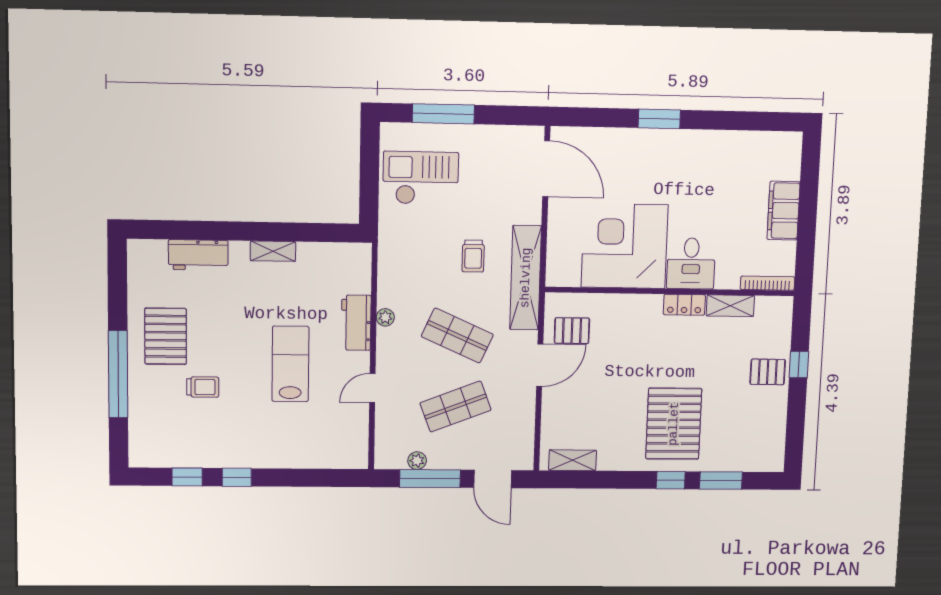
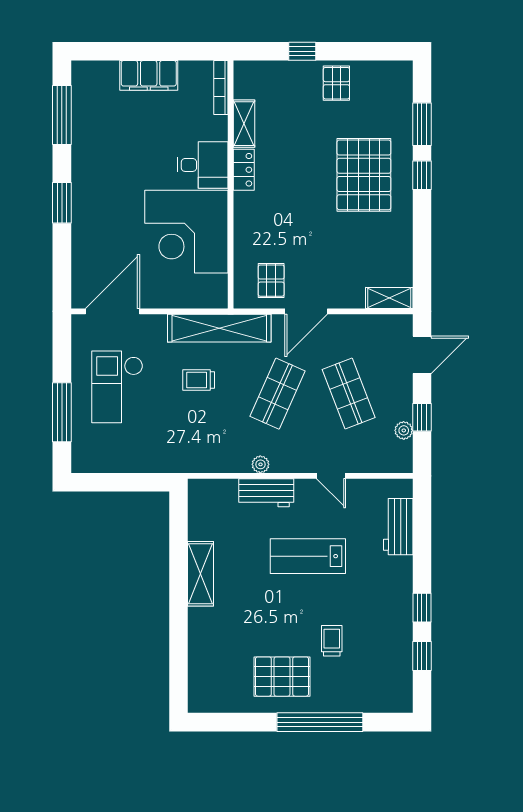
window: (748, 121) -> (62, 115), added
checkout: (421, 178) -> (117, 387), moved
shelving: (273, 251) -> (201, 574), width x1.50, depth x1.33
workbench: (198, 255) -> (398, 527), moved, turned 180
trolley: (473, 256) -> (199, 380), turned 180
door: (540, 365) -> (306, 311), swing flipped
pallet: (768, 372) -> (336, 83), moved
pallet: (674, 424) -> (364, 175), turned 90
shelving: (572, 460) -> (389, 298), moved, turned 90
window: (430, 479) -> (422, 417), width x0.46

